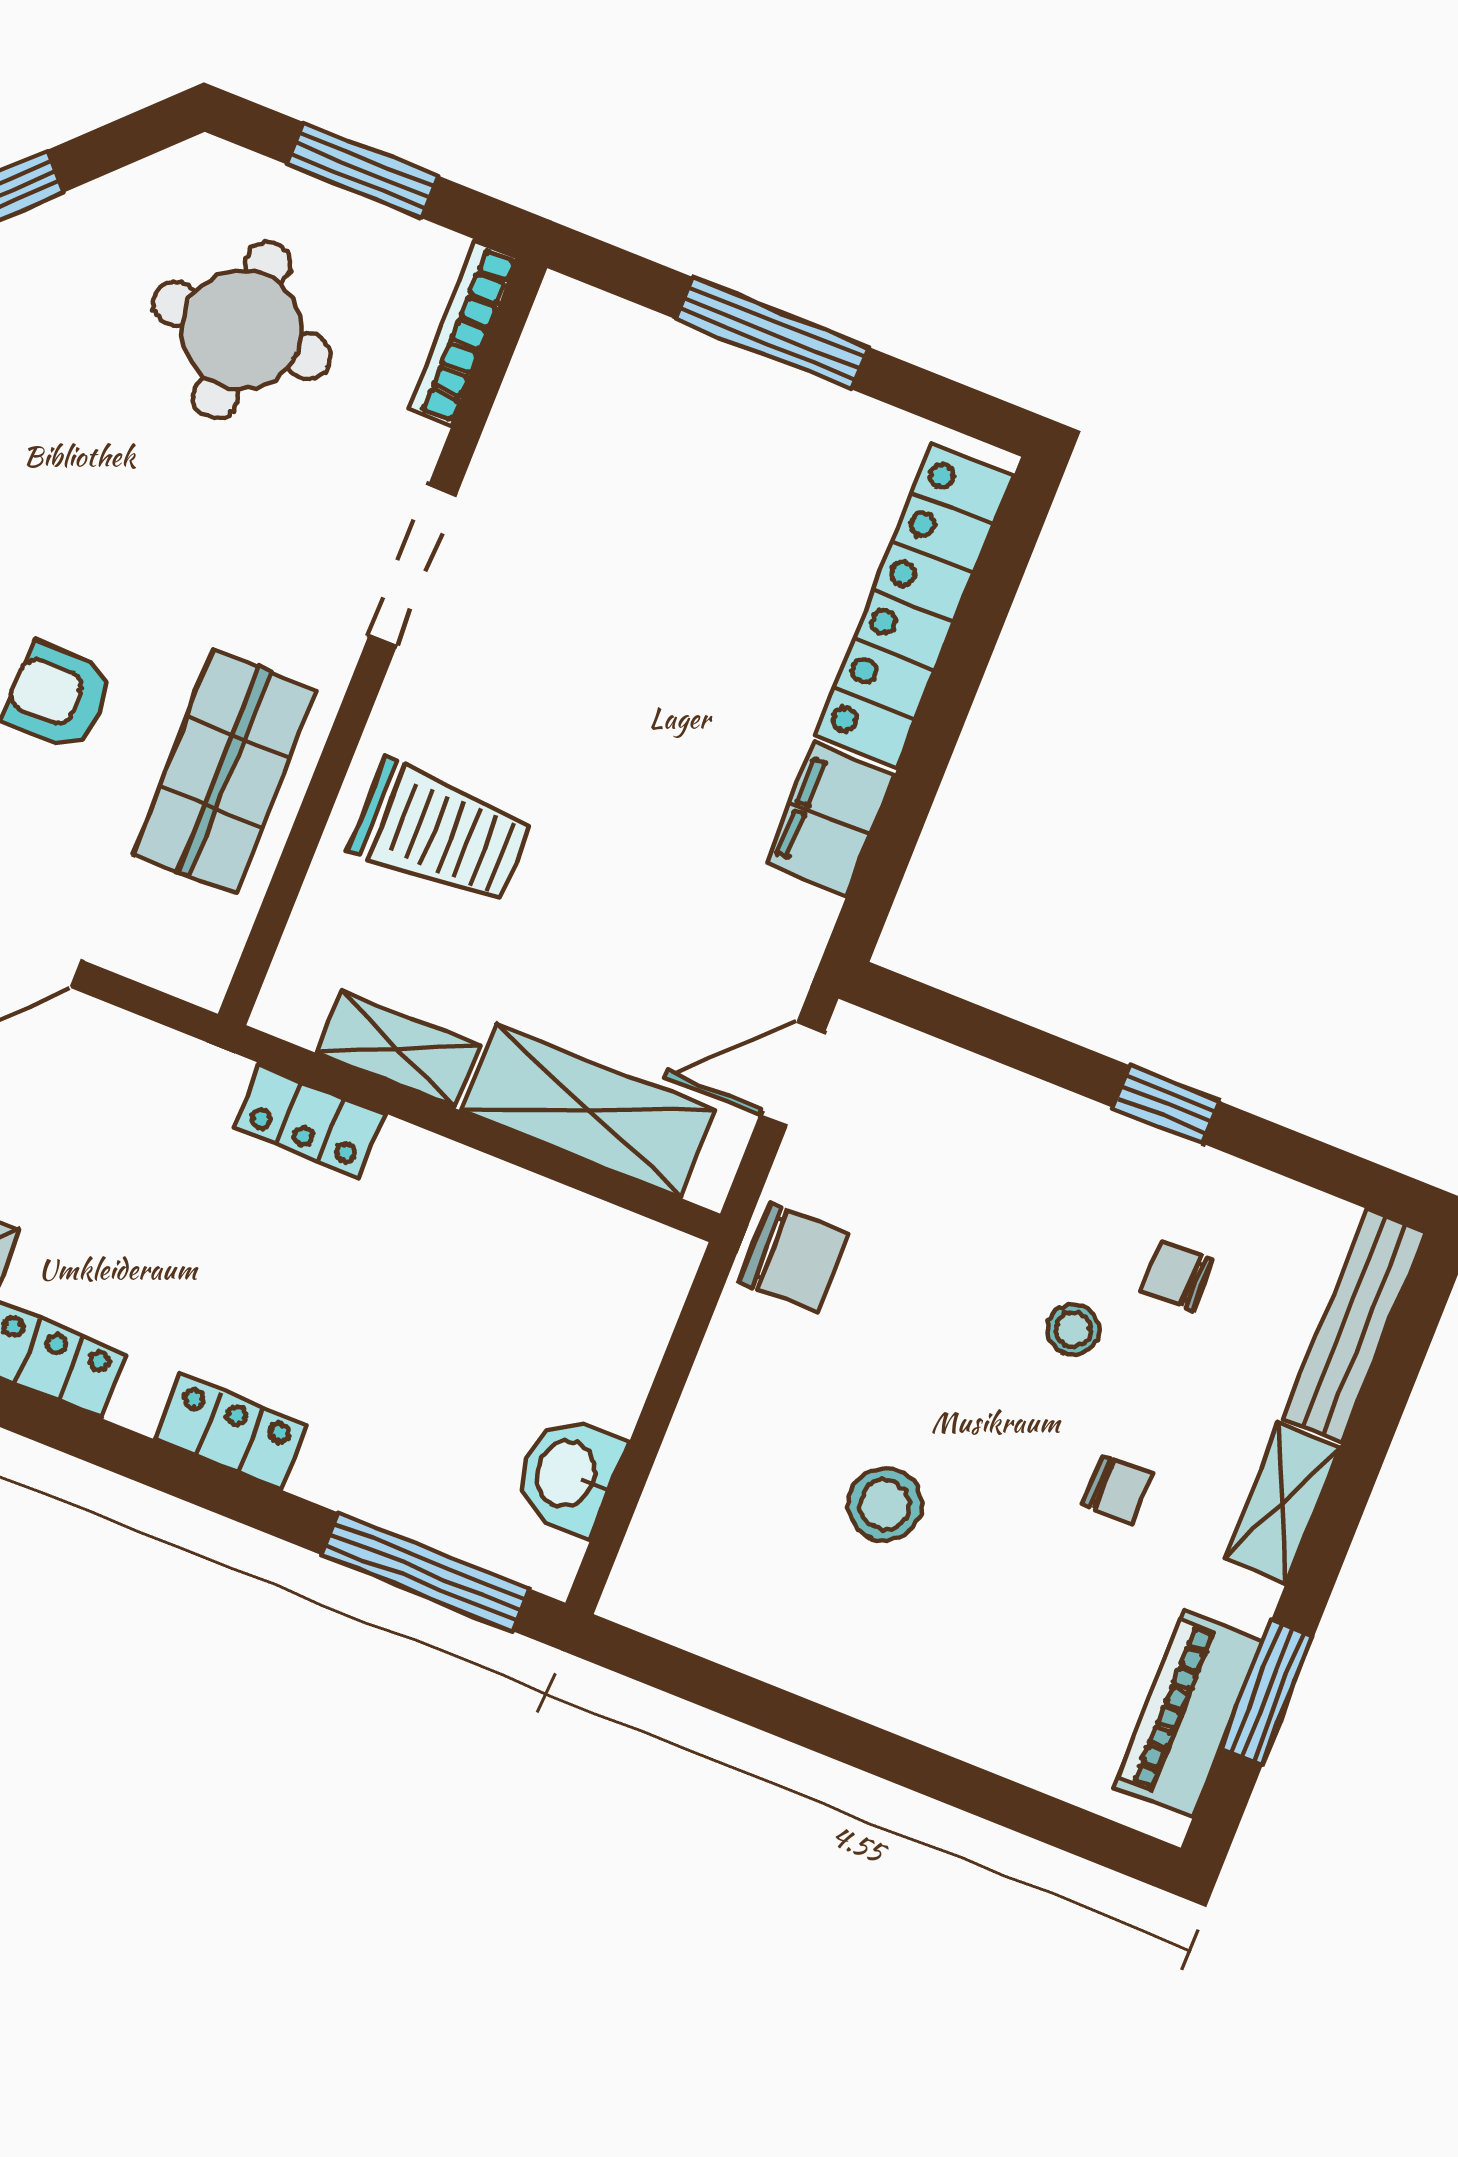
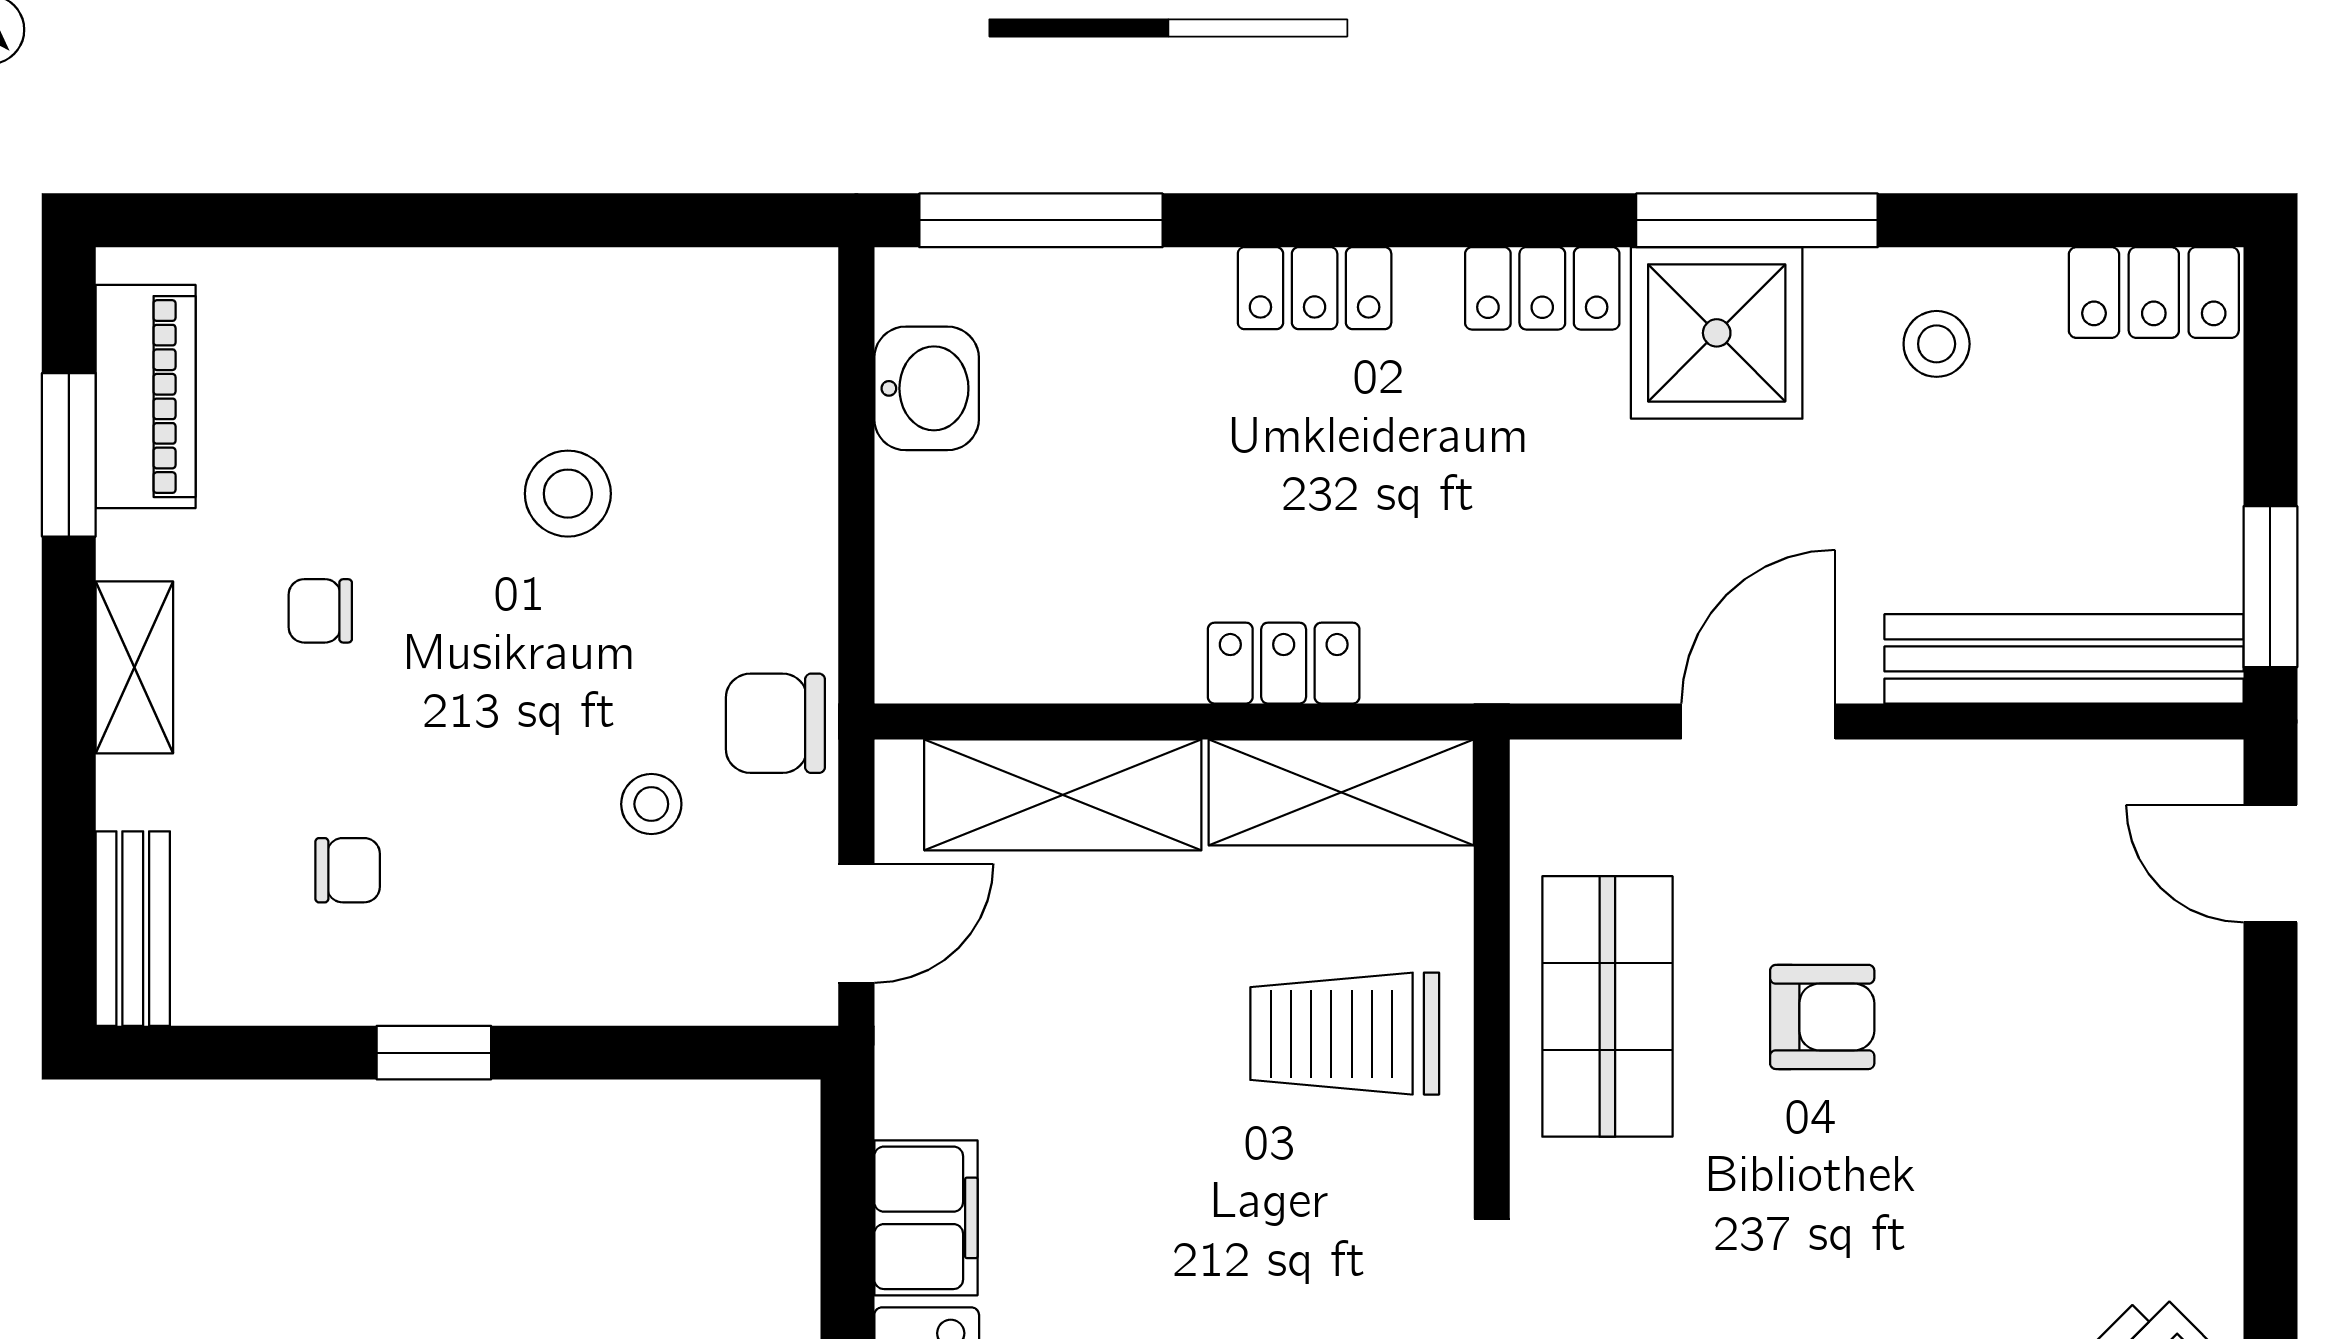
shelving: (398, 1049) -> (1341, 792), width x1.50, depth x1.33
locker: (310, 1120) -> (1284, 663), moved
bench: (1355, 1325) -> (133, 929), width x0.73
stool: (1073, 1330) -> (651, 804), moved

